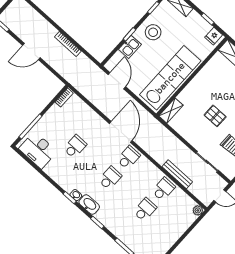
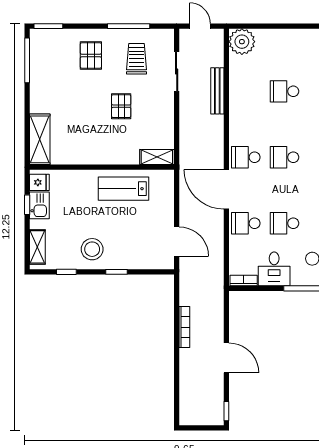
kitchen sink: (130, 47) -> (39, 205), moved, turned 90
lab bench: (170, 78) -> (123, 189), width x0.54, depth x0.72
door: (117, 81) -> (177, 242), swing flipped
desk: (56, 119) -> (274, 269), added
door: (121, 132) -> (226, 189), hinge flipped
school desk: (163, 189) -> (246, 223), moved
plant: (198, 210) -> (242, 42), width x1.88, depth x1.88

